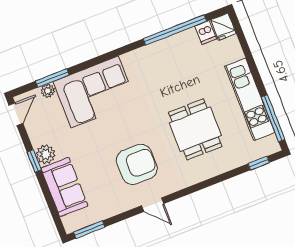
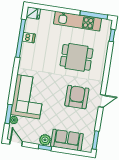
dishwasher: (206, 32) -> (29, 38), moved

